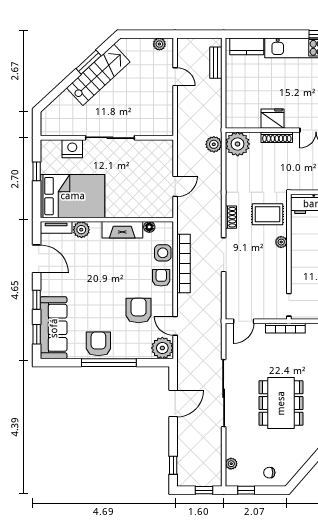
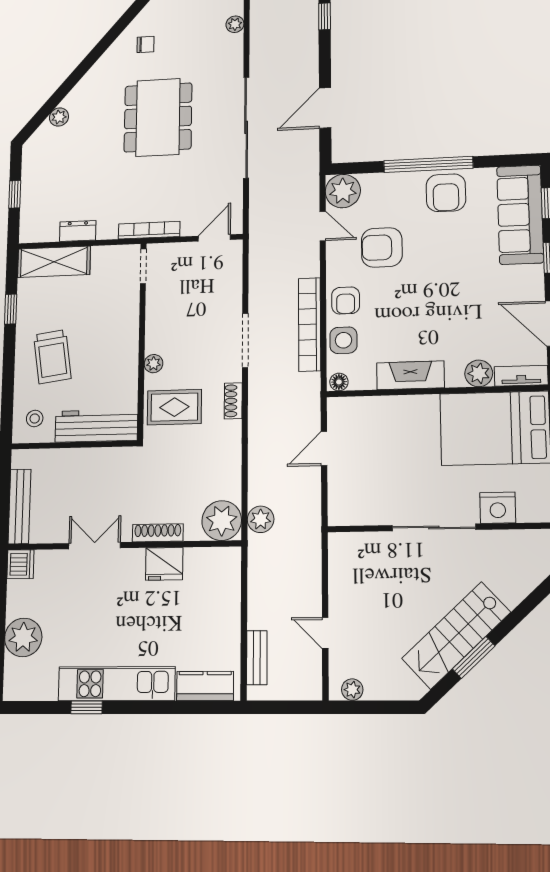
floor lamp: (149, 227) -> (339, 382), moved
armchair: (139, 311) -> (382, 247), turned 90
chair: (269, 473) -> (145, 44), moved

